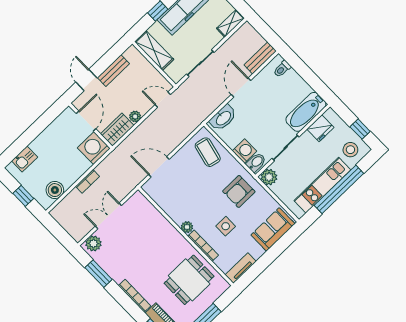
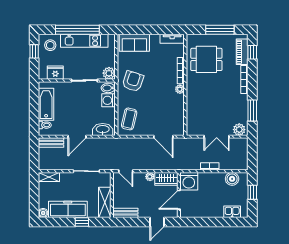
bench: (113, 71) -> (125, 213), moved
bathtub: (306, 112) -> (46, 104), moved, turned -90
armchair: (239, 191) -> (133, 81), turned -72
side table: (226, 226) -> (158, 69), removed

